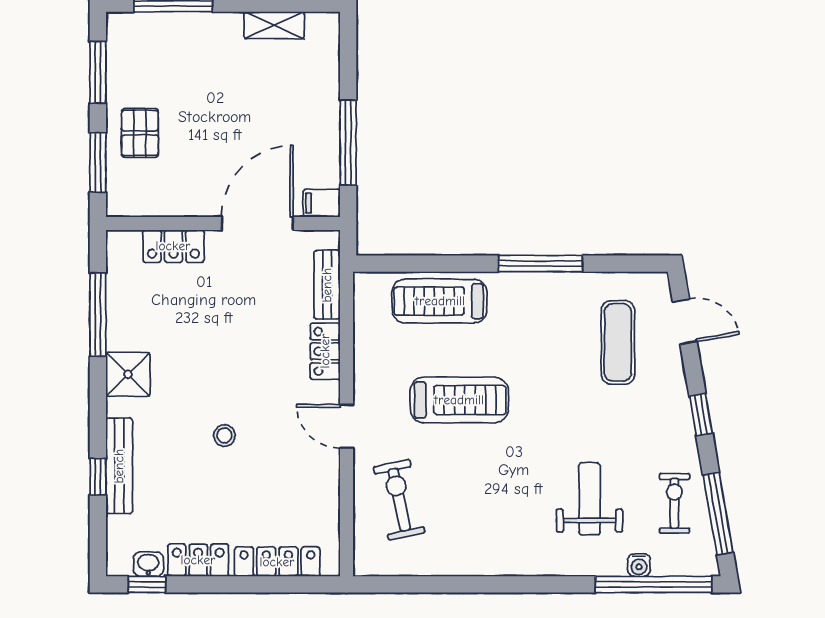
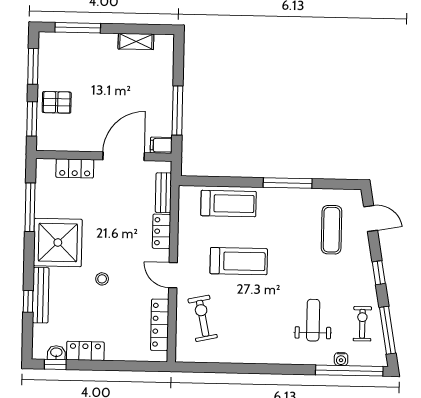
pallet: (140, 133) -> (57, 102), turned 90
treadmill: (440, 301) -> (229, 204), turned 180
shower: (128, 374) -> (58, 243), width x1.86, depth x1.86
locker: (277, 562) -> (160, 325), moved, turned -90

